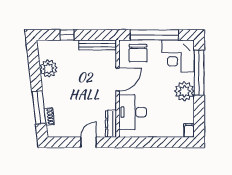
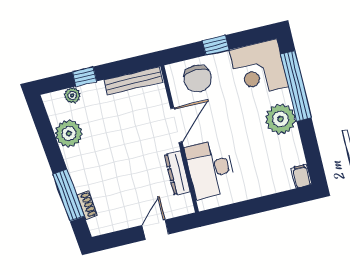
window: (154, 35) -> (216, 45), width x0.32
plant: (56, 45) -> (72, 95), added
dresser: (111, 124) -> (177, 173), moved

